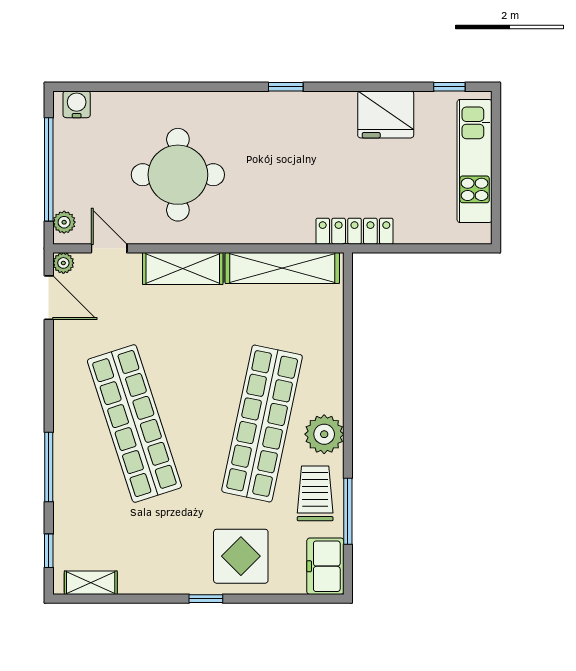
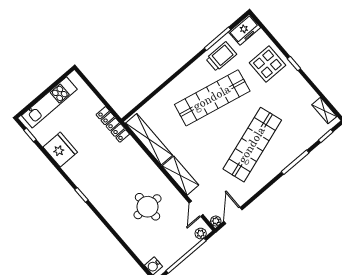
round table: (178, 175) -> (148, 207), width x0.73, depth x0.73
plant: (324, 434) -> (197, 72), removed
trolley: (315, 493) -> (221, 56), turned 180

